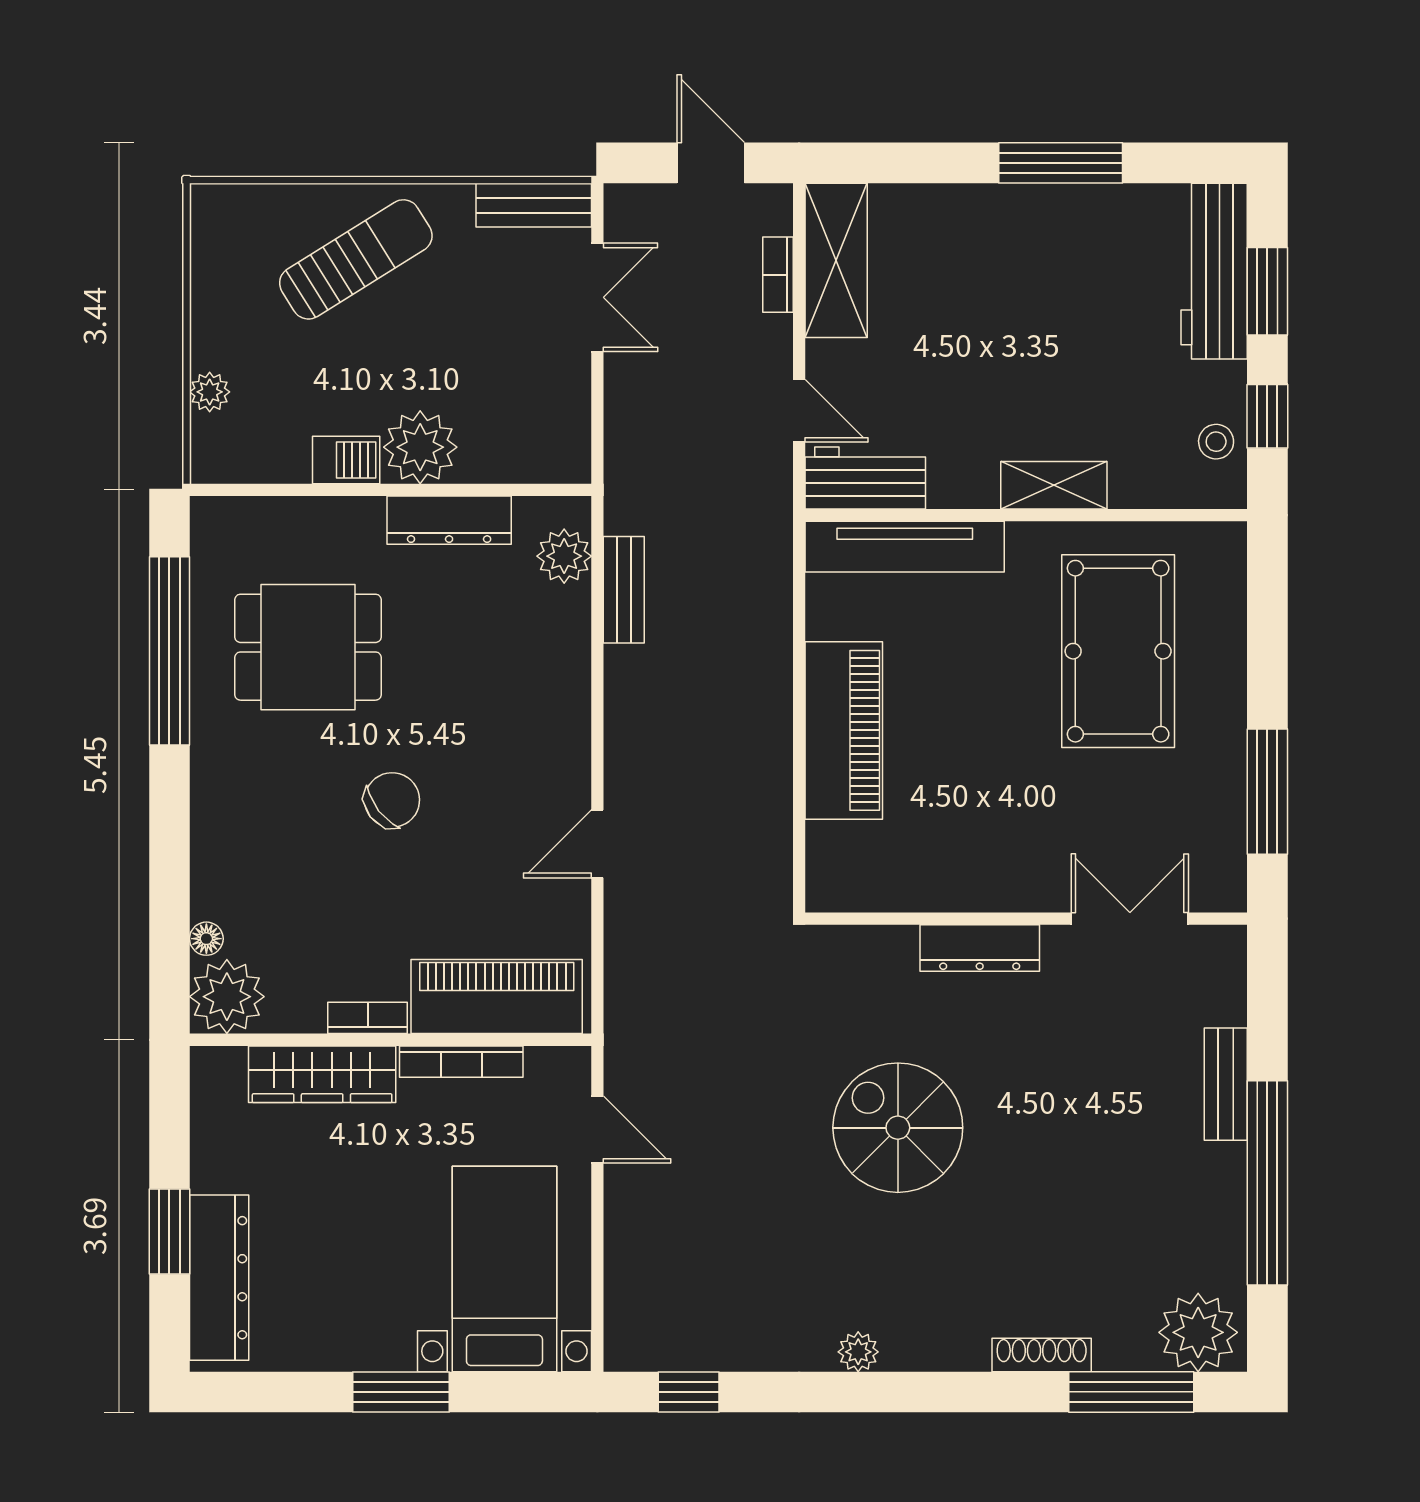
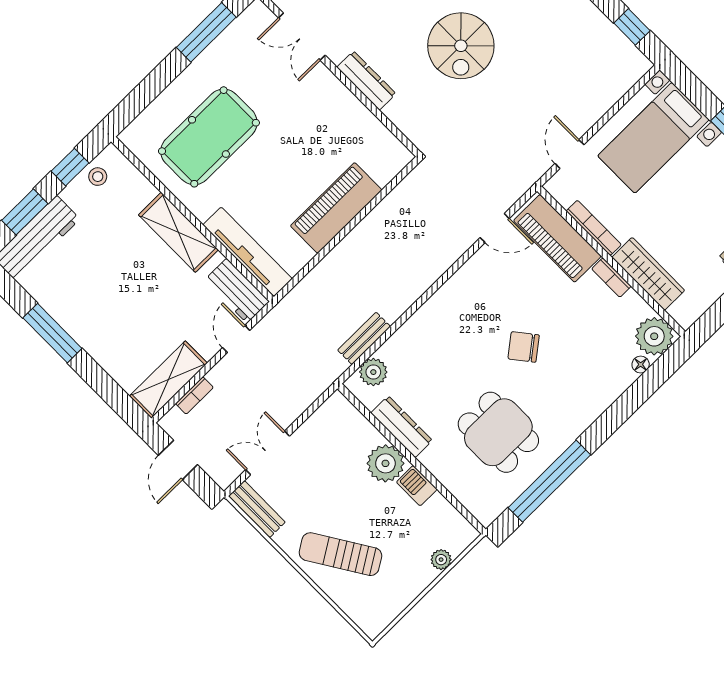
shelving: (1054, 485) -> (178, 232), width x1.50, depth x1.33
door: (597, 844) -> (495, 228), moved

